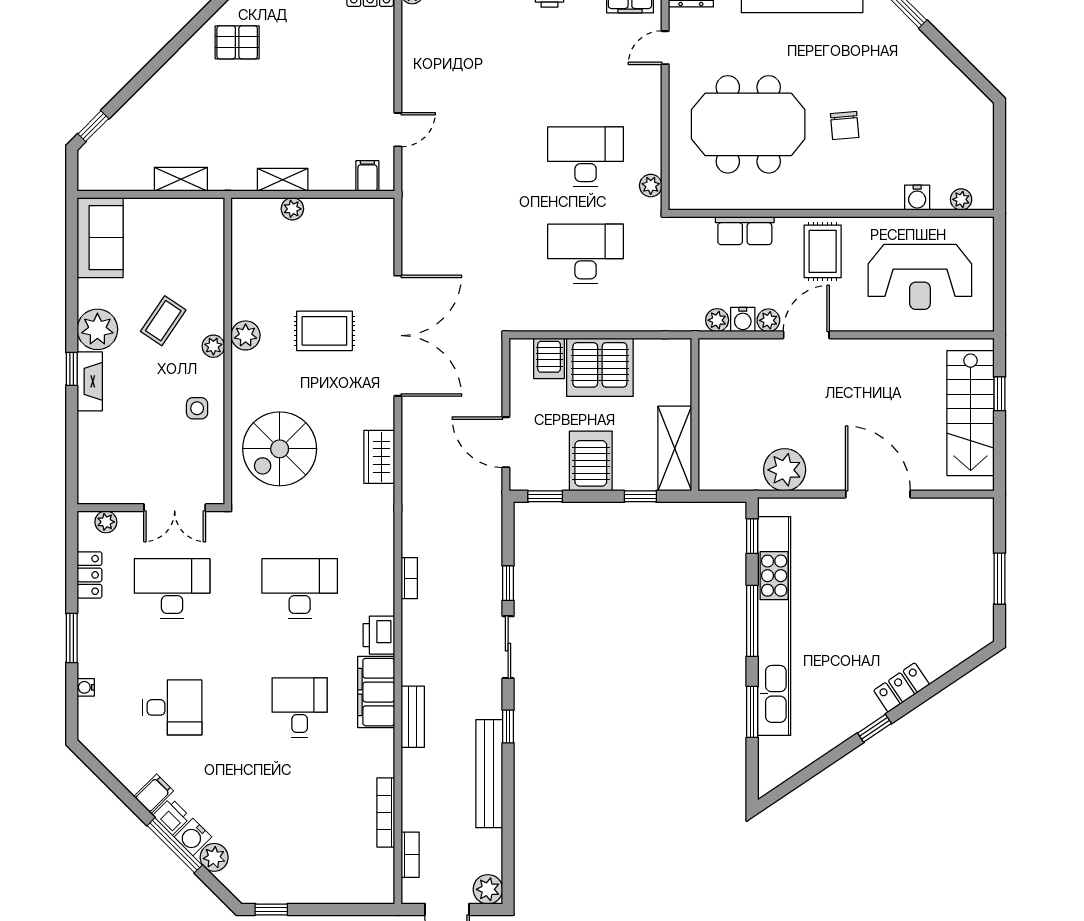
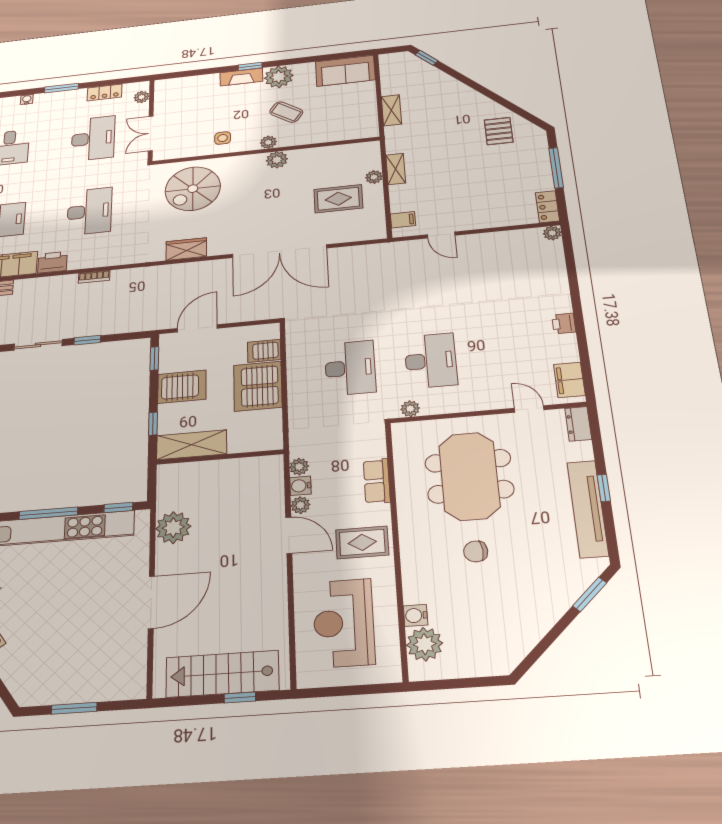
plant: (961, 199) -> (425, 644), width x1.87, depth x1.87
rug: (324, 331) -> (338, 199), moved, turned 90
spiral stairs: (280, 449) -> (193, 189), turned -90

